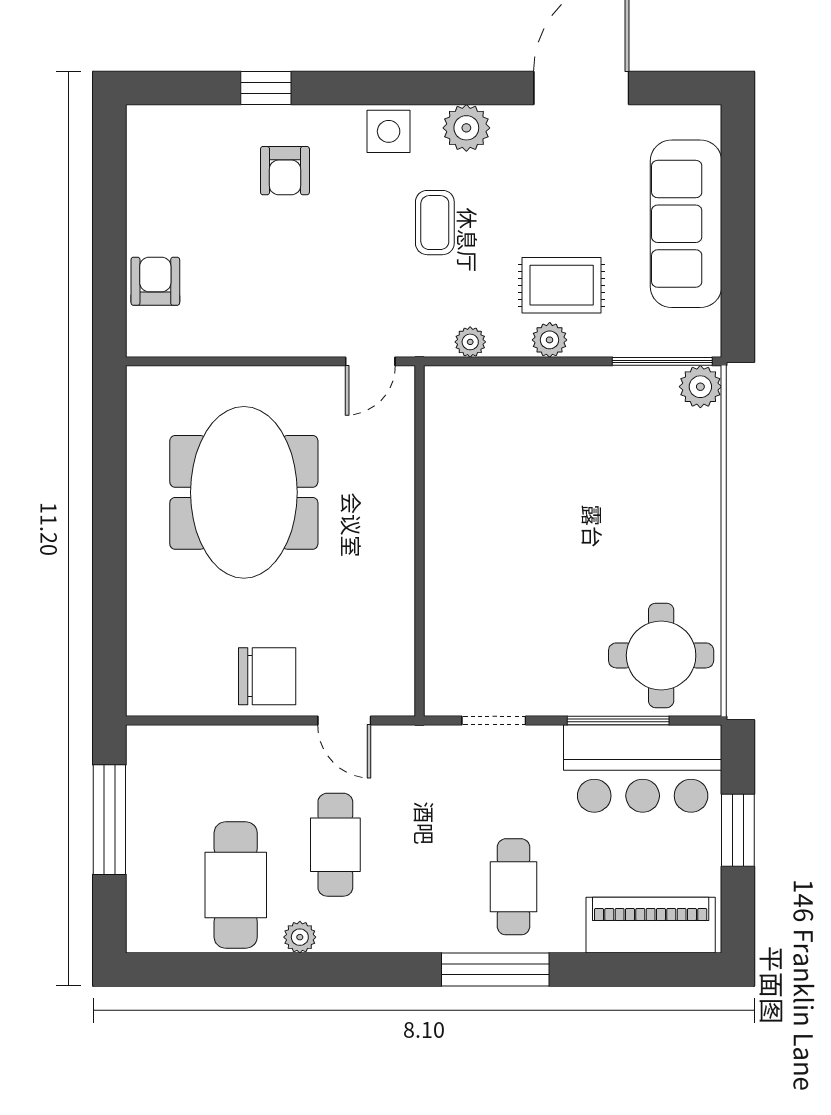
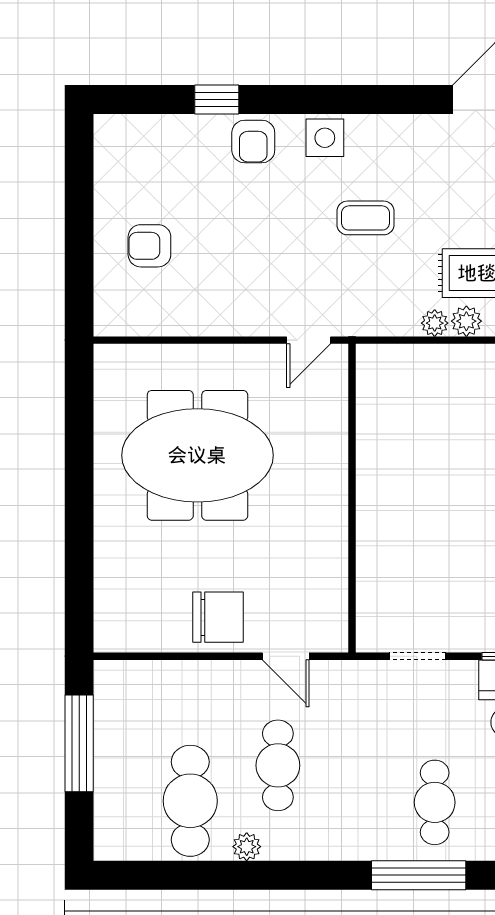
plant: (466, 128) -> (393, 135), removed
armchair: (285, 171) -> (253, 141), moved
coffee table: (435, 223) -> (365, 218), turned 90
armchair: (155, 281) -> (149, 246), moved, turned -90
plant: (470, 342) -> (435, 323), moved
meeting table: (244, 492) -> (197, 455), turned 90

